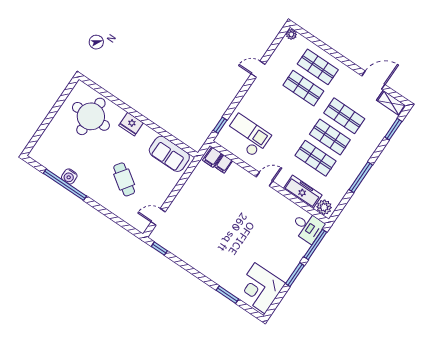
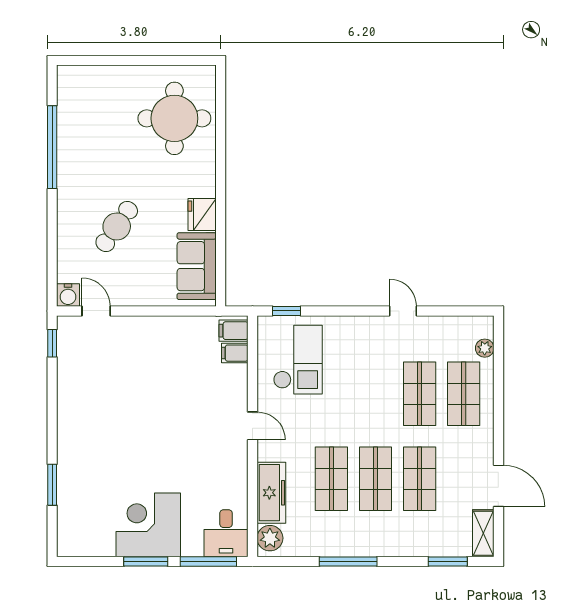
plant: (291, 34) -> (485, 348), moved
fridge: (131, 124) -> (202, 215), moved
water cooler: (69, 176) -> (68, 295), moved, turned -90
corner desk: (260, 288) -> (148, 525), moved

